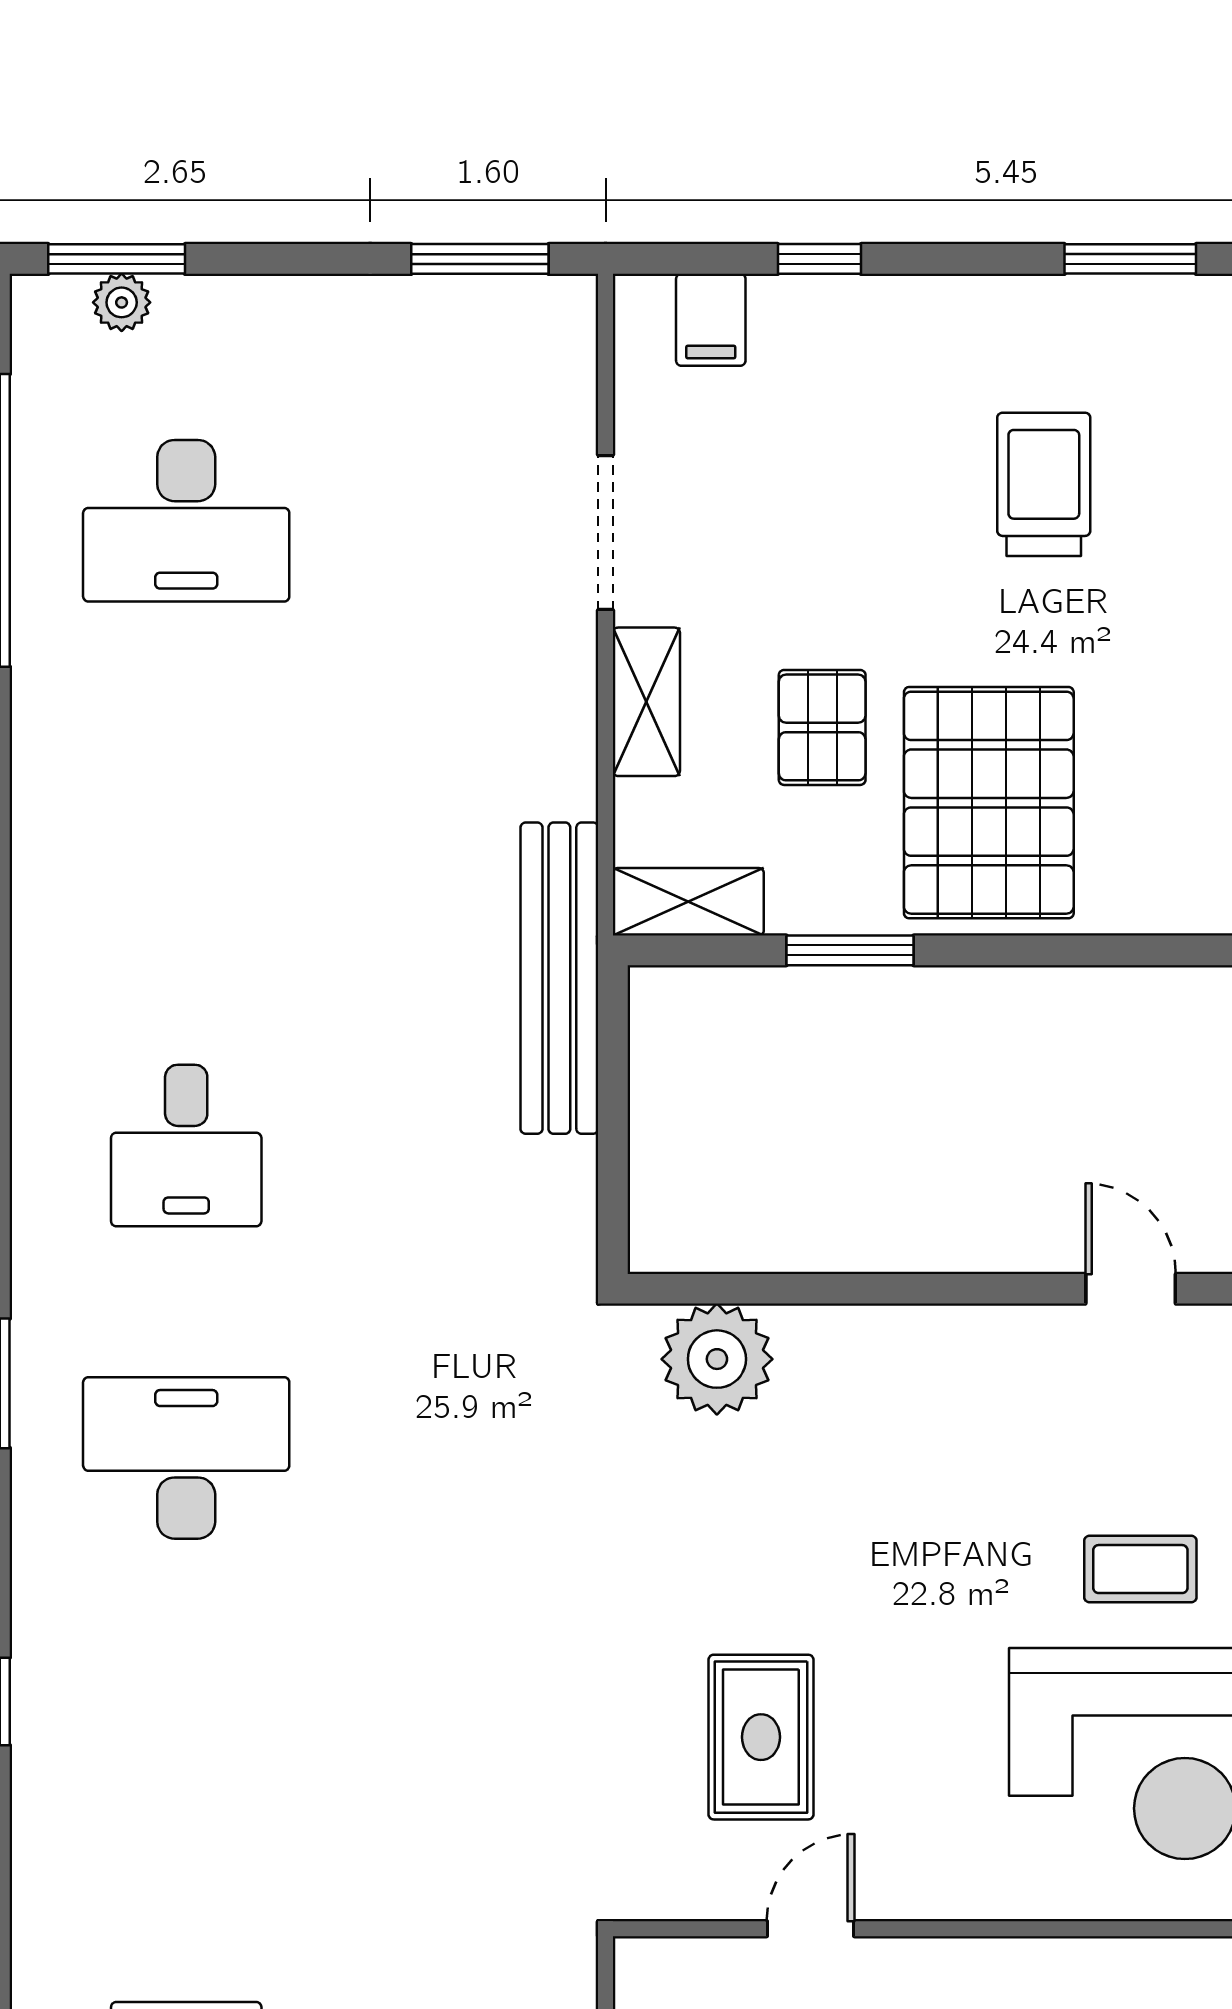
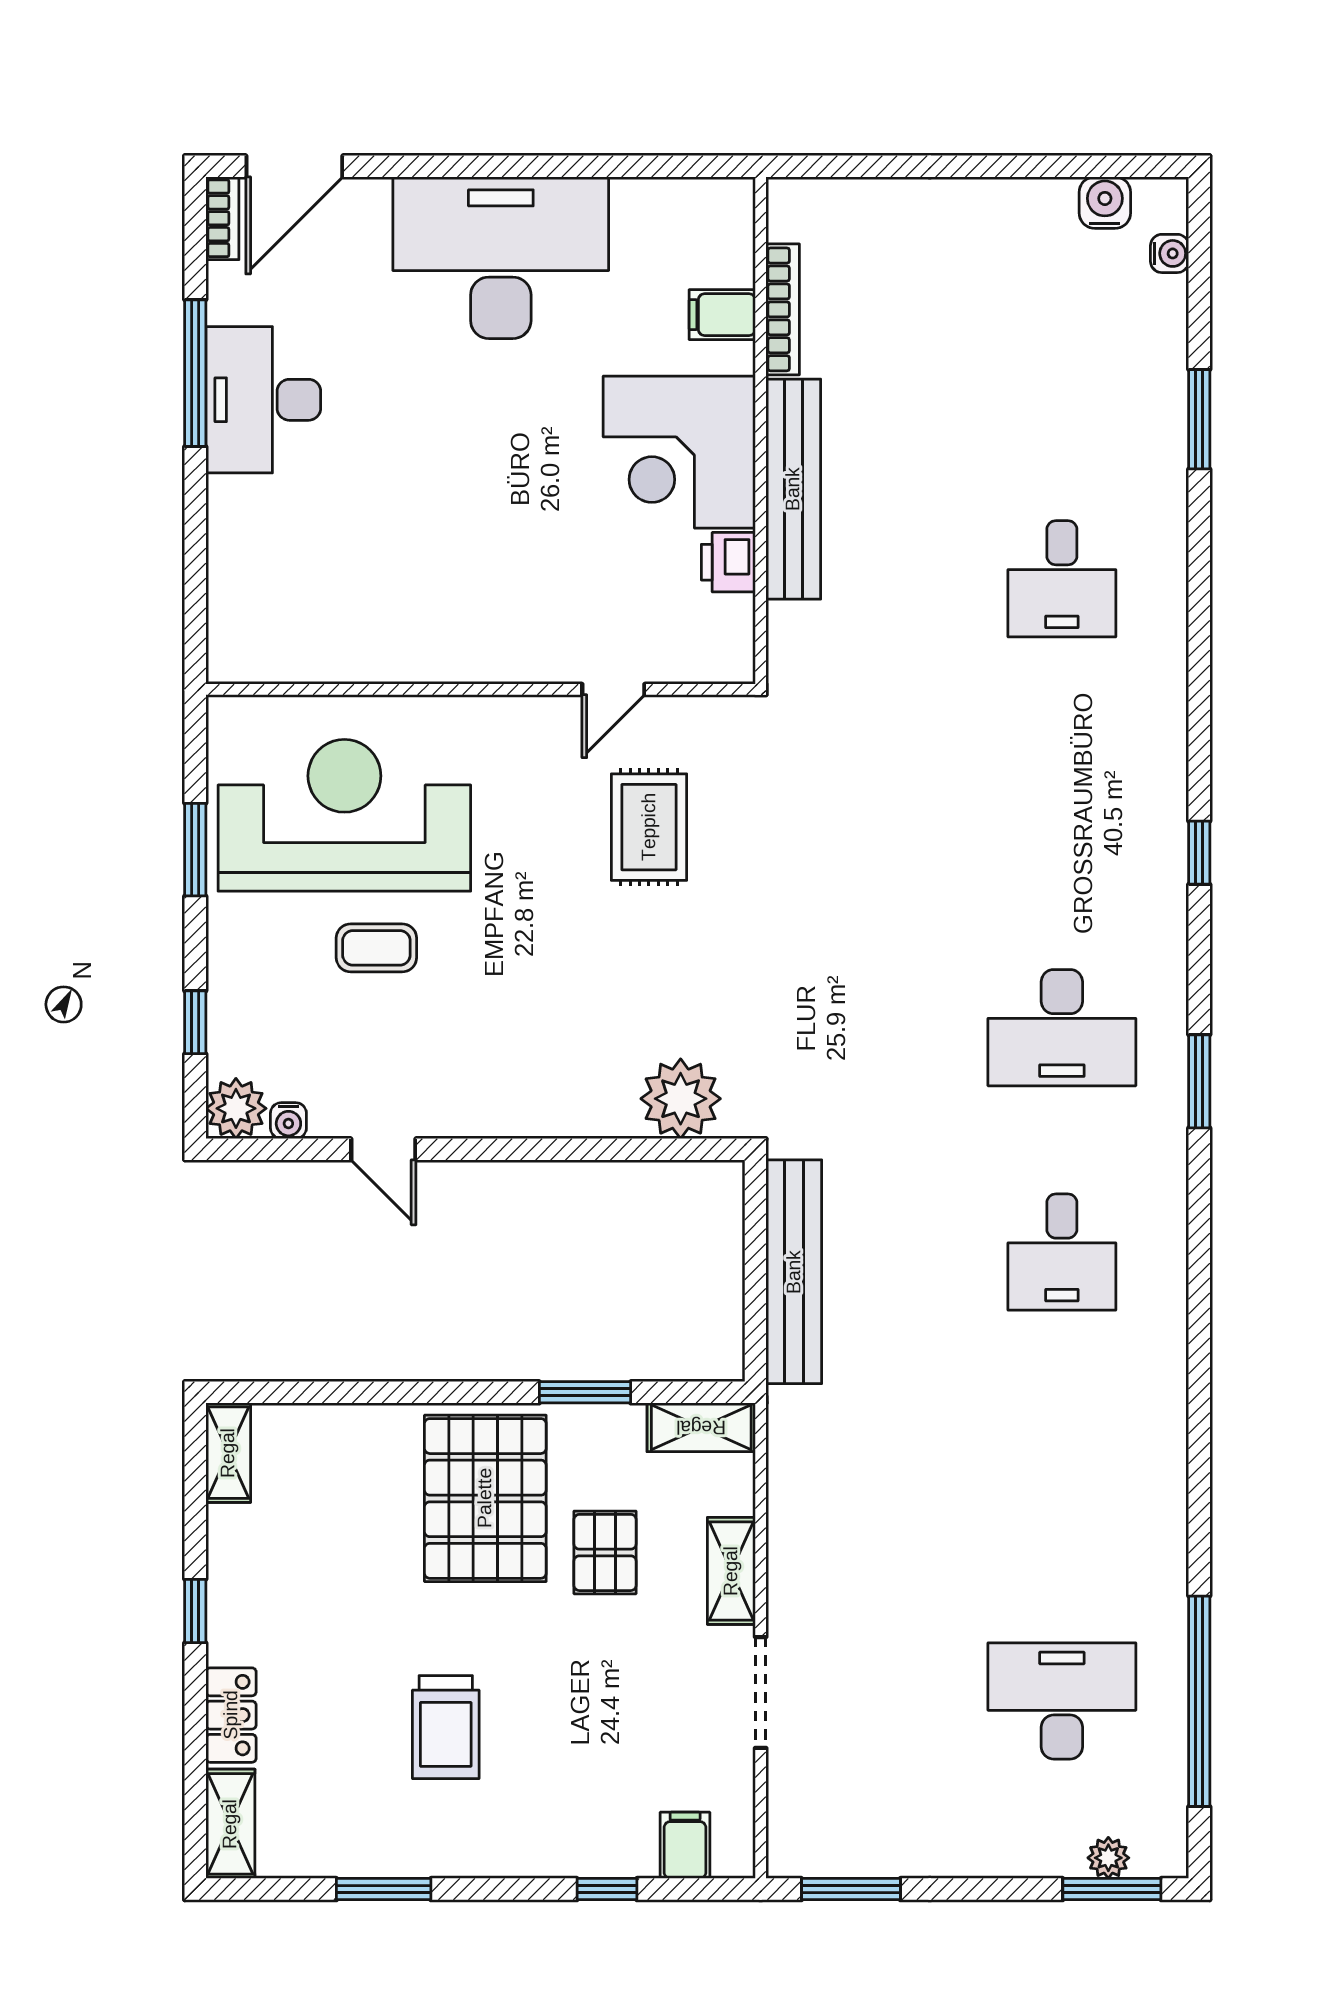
bench: (559, 978) -> (794, 1272), moved
desk: (186, 1146) -> (1062, 1252), turned 180

